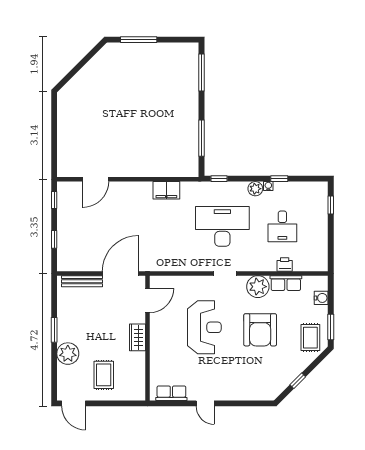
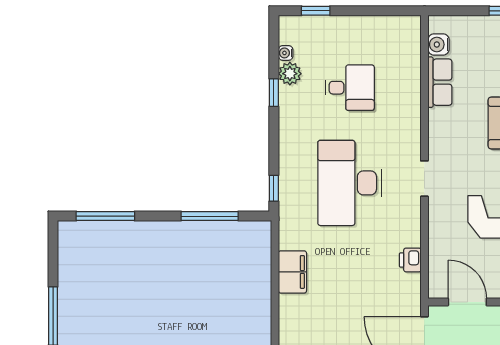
water cooler: (268, 186) -> (286, 53), moved
plant: (255, 189) -> (290, 74), moved
printer: (285, 264) -> (410, 260), moved
plant: (258, 287) -> (445, 127), removed
water cooler: (321, 298) -> (439, 44), moved, turned -90

